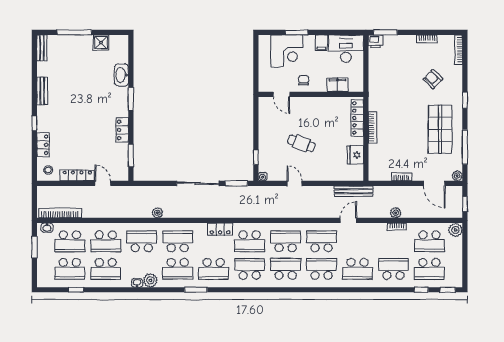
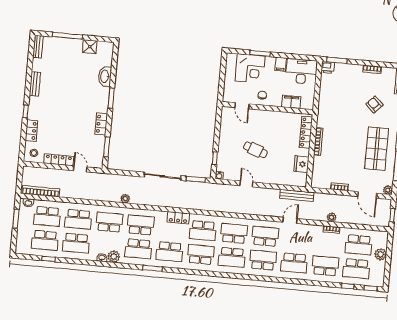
plant: (455, 230) -> (381, 254), moved
school desk: (286, 269) -> (232, 257), turned 180

